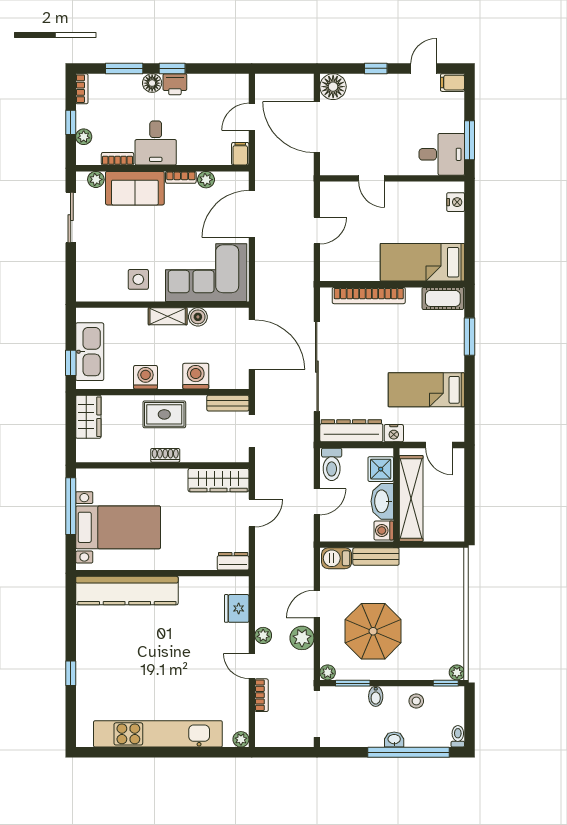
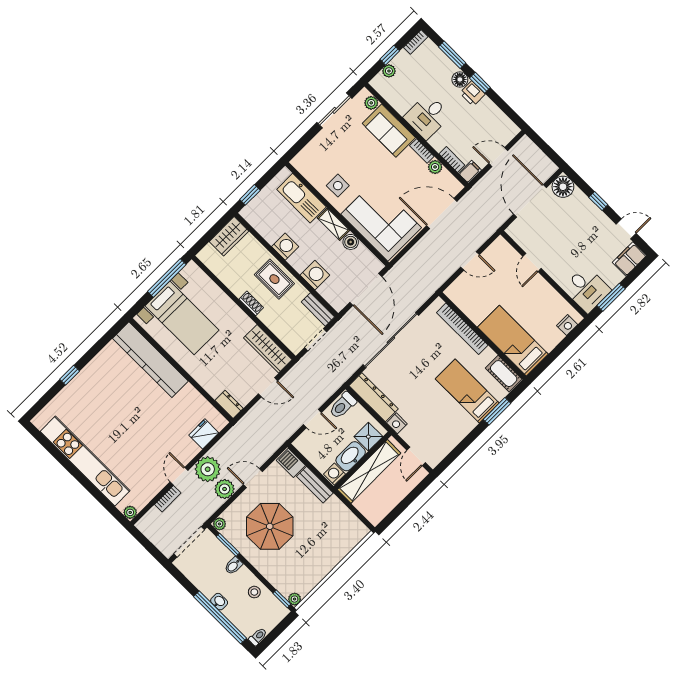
filing cabinet: (453, 83) -> (630, 259), width x2.00
bookcase: (117, 159) -> (452, 159), moved
kitchen sink: (90, 352) -> (301, 198), moved, turned 90
bed: (426, 390) -> (467, 391), moved
plant: (263, 635) -> (208, 469), width x1.87, depth x1.87

